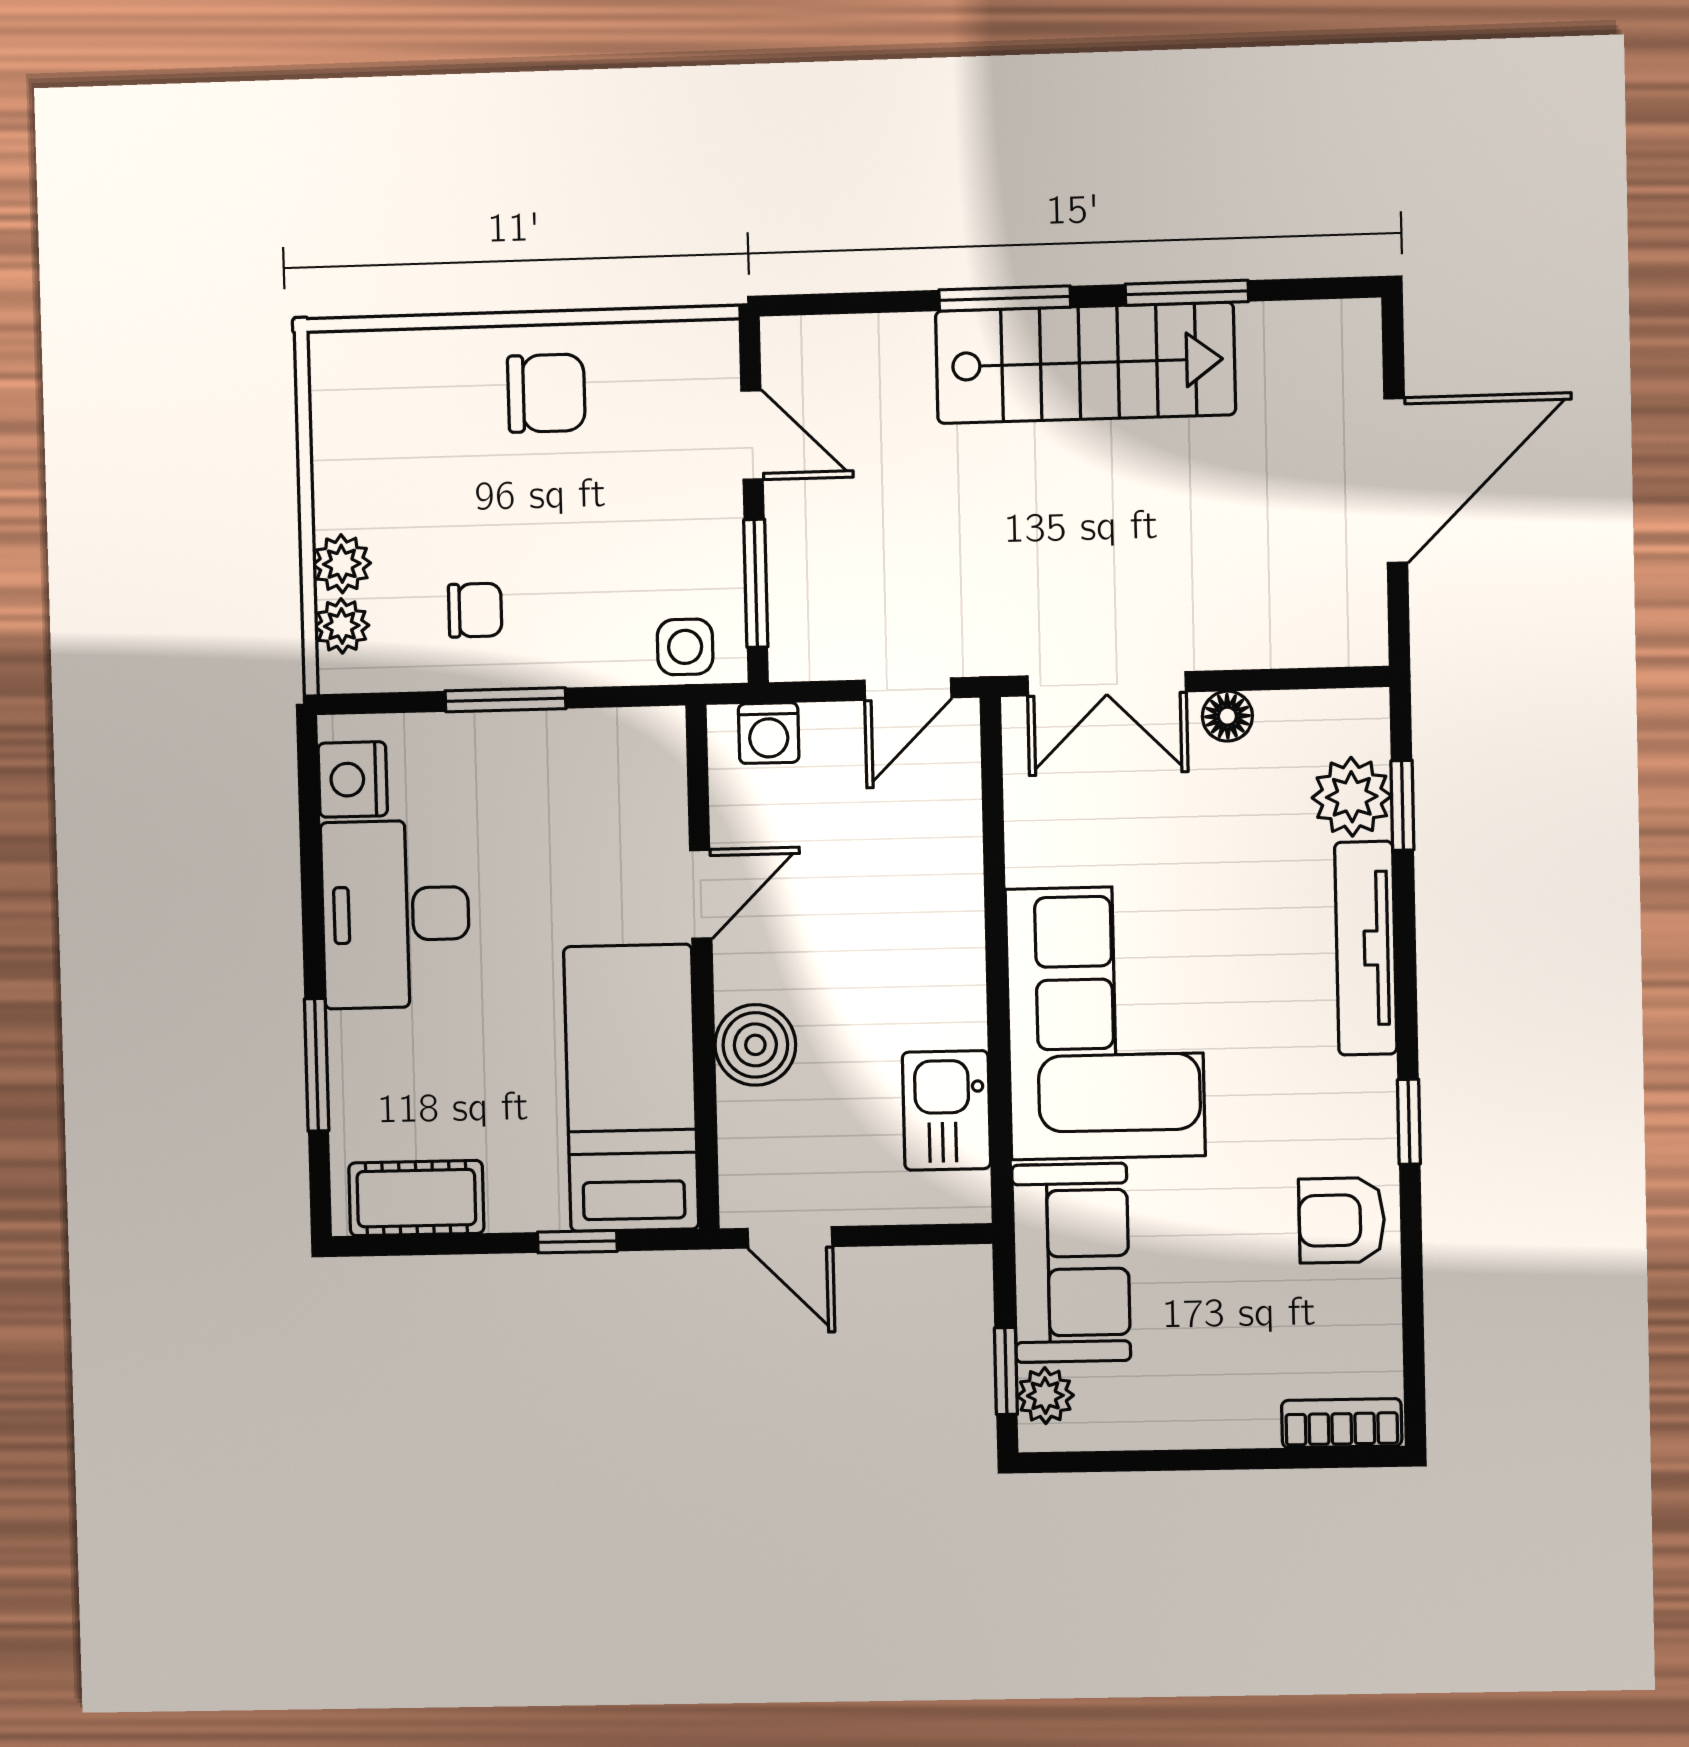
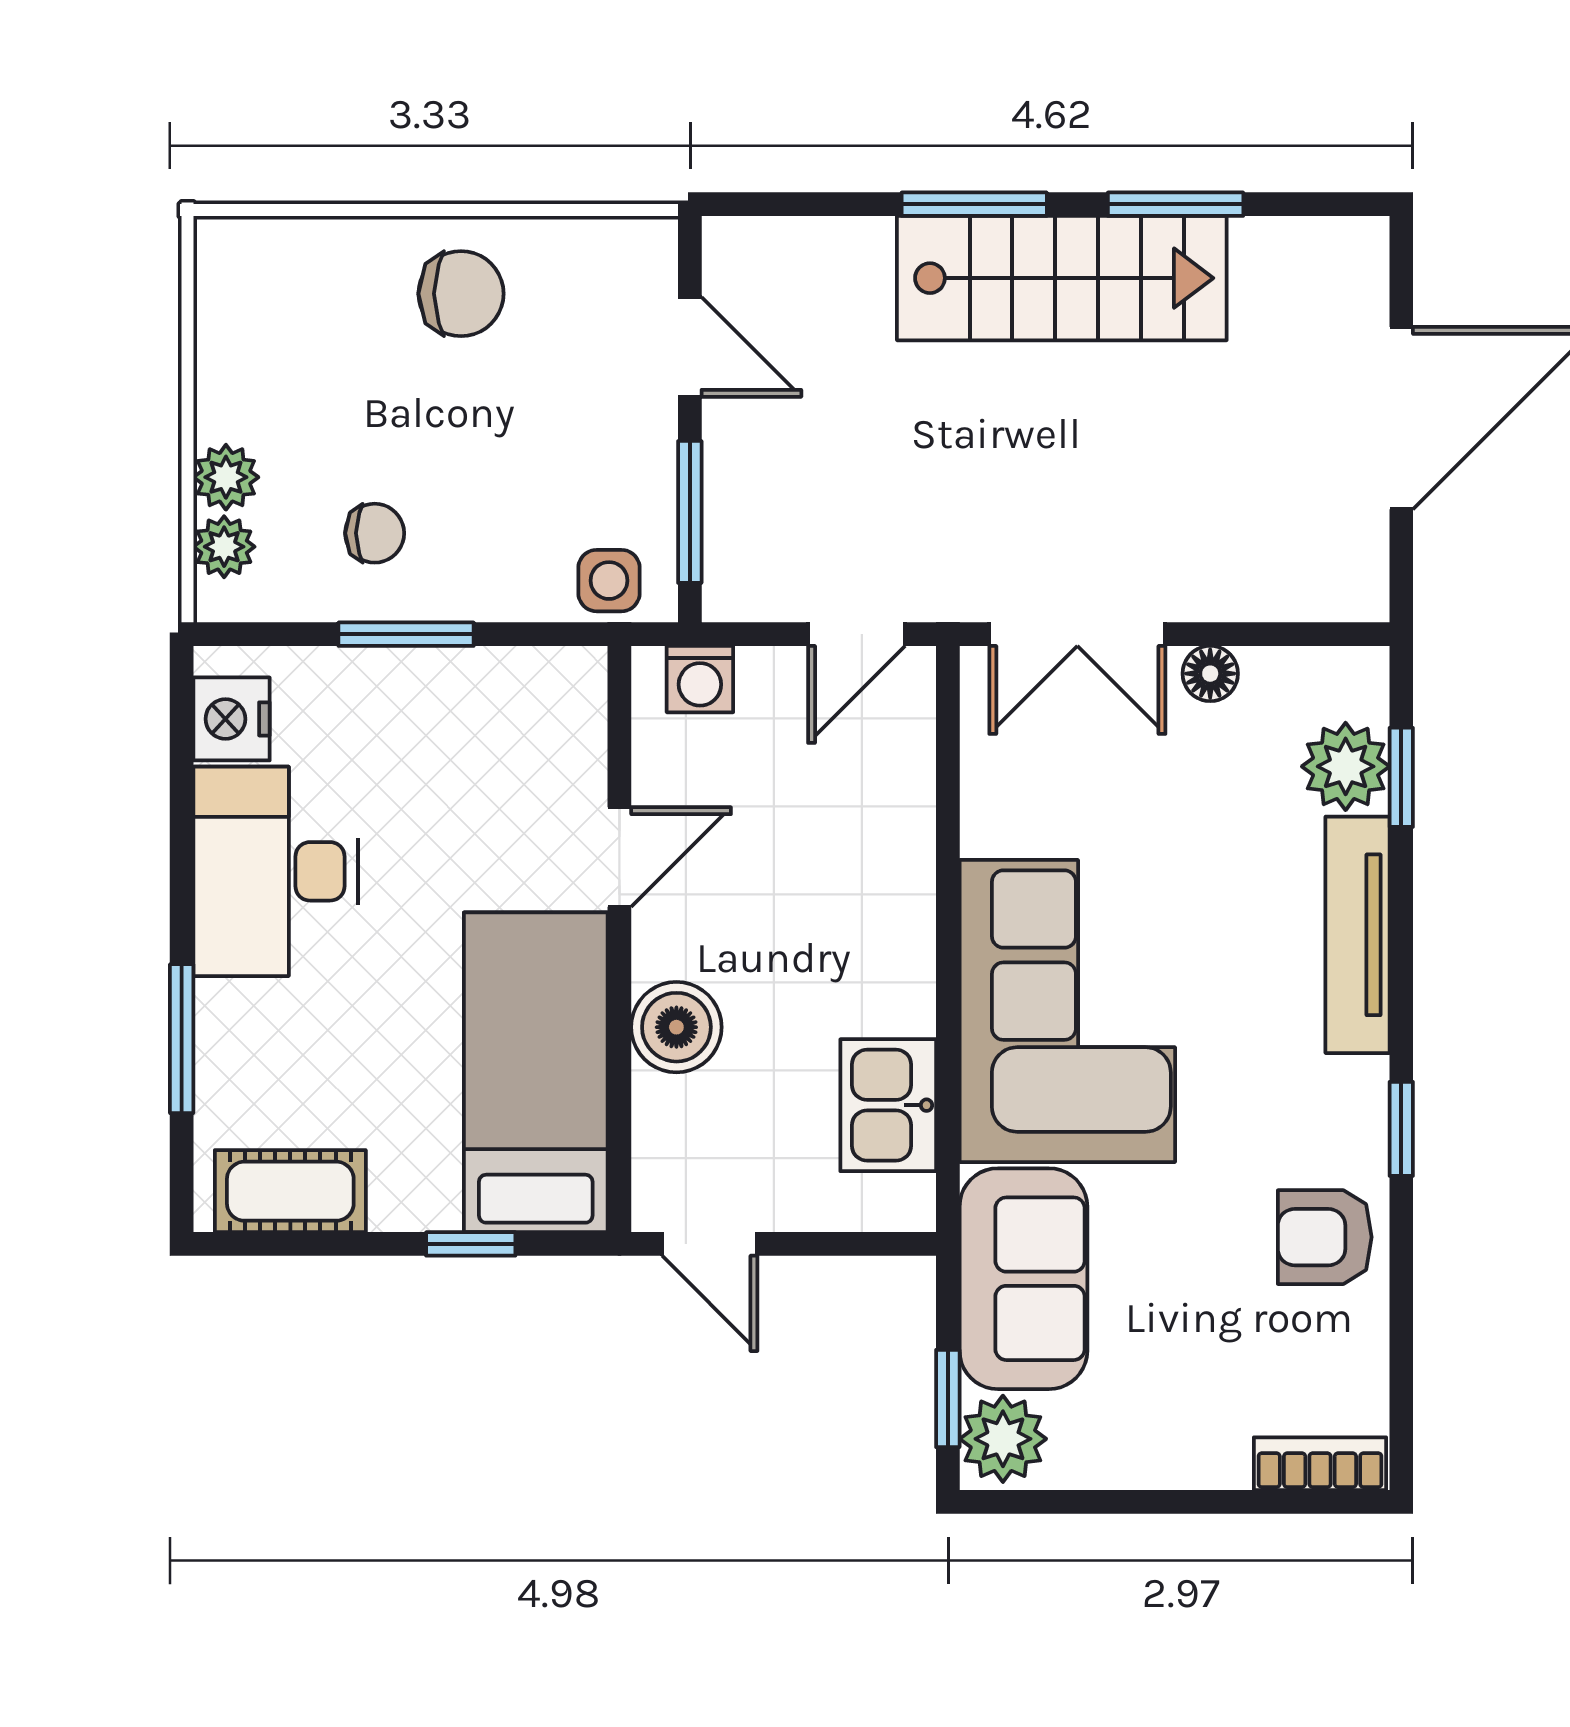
plant: (1045, 1396) -> (1003, 1439), width x1.38, depth x1.38

